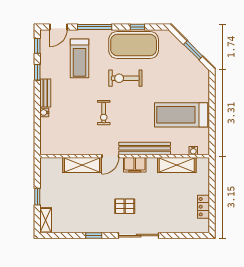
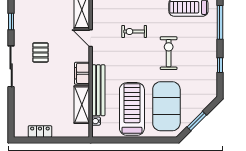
exercise mat: (134, 45) -> (166, 106), moved
bench: (145, 148) -> (98, 90), moved
filing cabinet: (135, 165) -> (82, 73), moved

